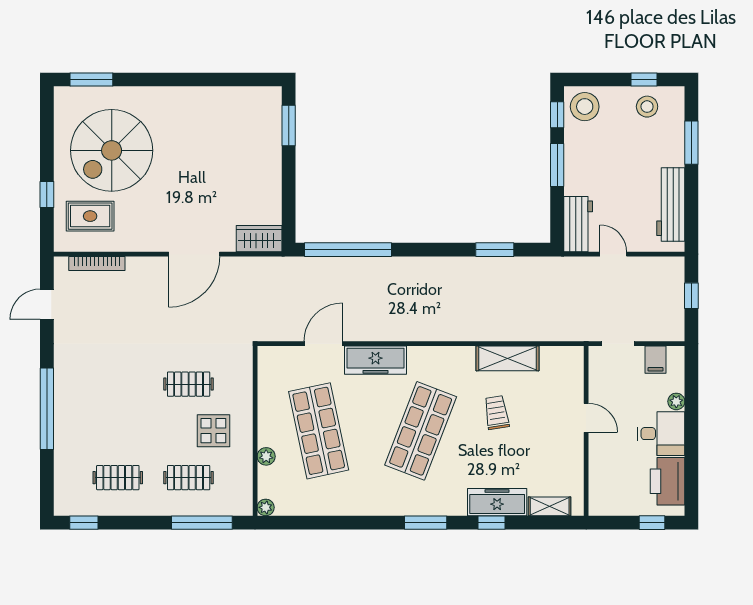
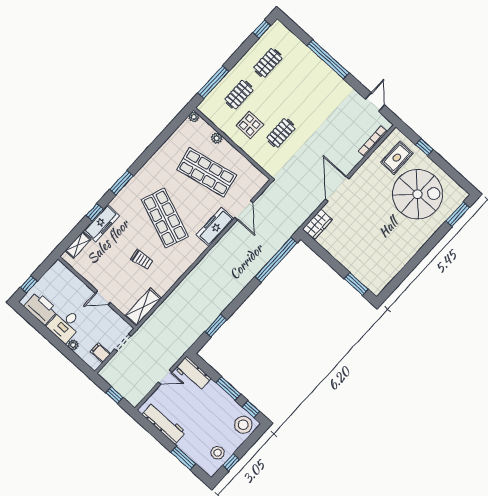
spiral stairs: (112, 150) -> (418, 194), turned 90
shelving: (507, 358) -> (143, 307), moved

